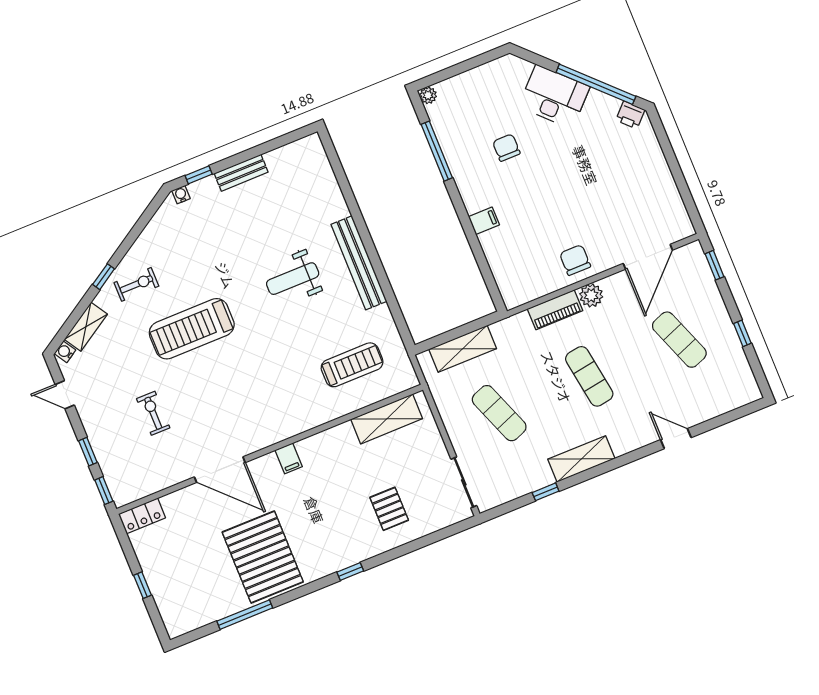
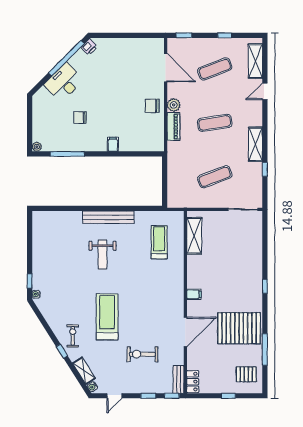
bench: (241, 173) -> (178, 379), moved
treadmill: (192, 329) -> (107, 317), turned 180
shelving: (463, 349) -> (255, 61), moved
exercise bike: (153, 413) -> (142, 354), width x1.38, depth x1.39
pallet: (389, 509) -> (246, 374), moved

